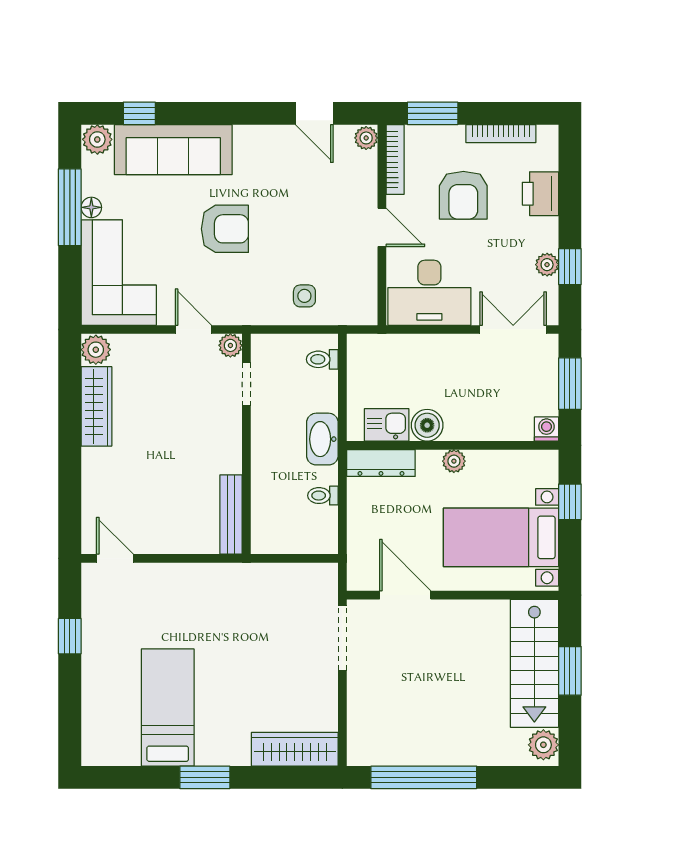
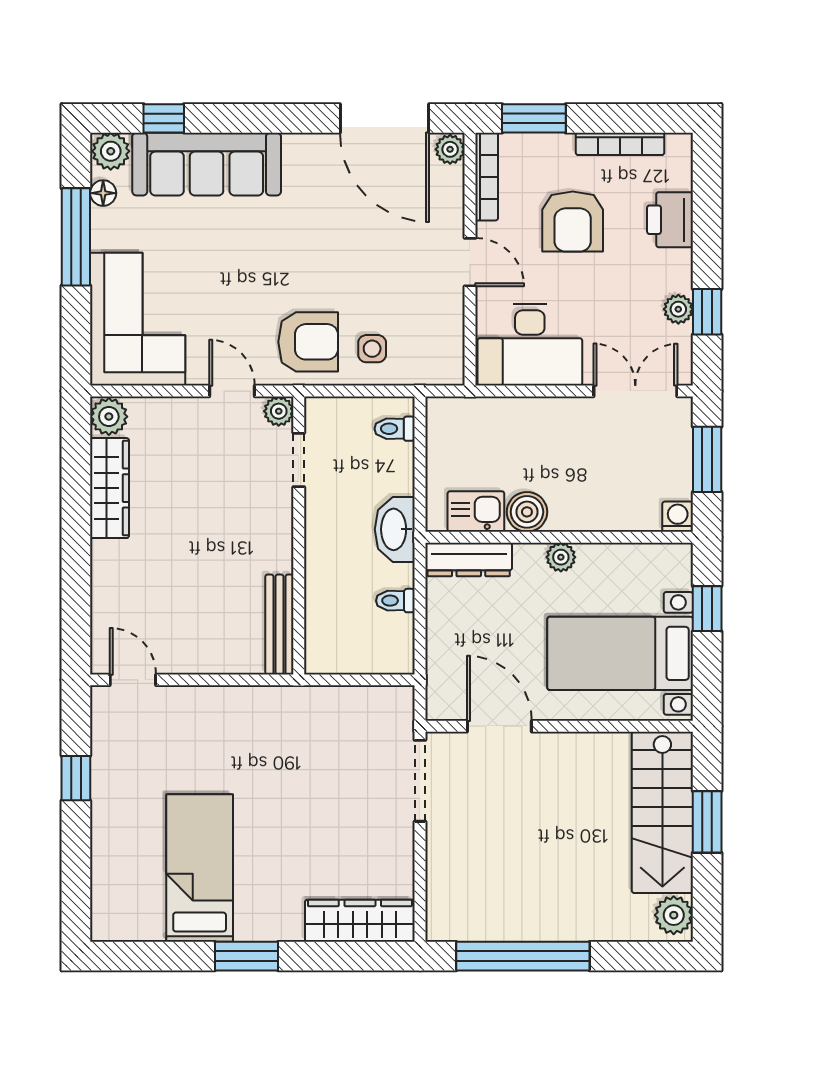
door: (314, 113) -> (384, 118), width x1.87
floor lamp: (91, 207) -> (103, 193), moved
armchair: (225, 229) -> (308, 342), moved

